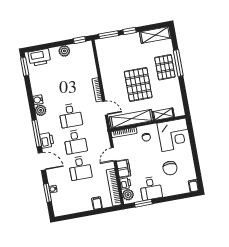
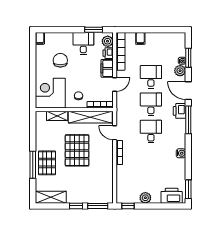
plant: (41, 110) -> (180, 71), moved

